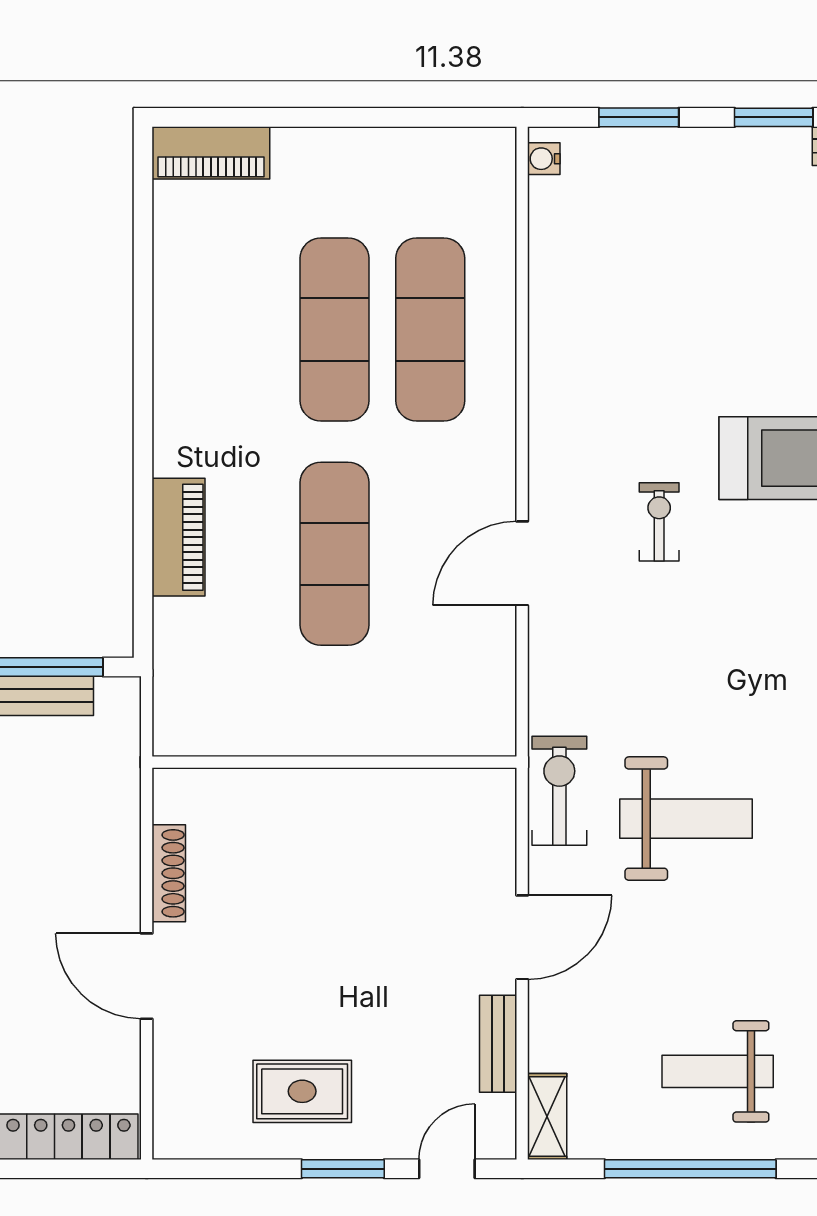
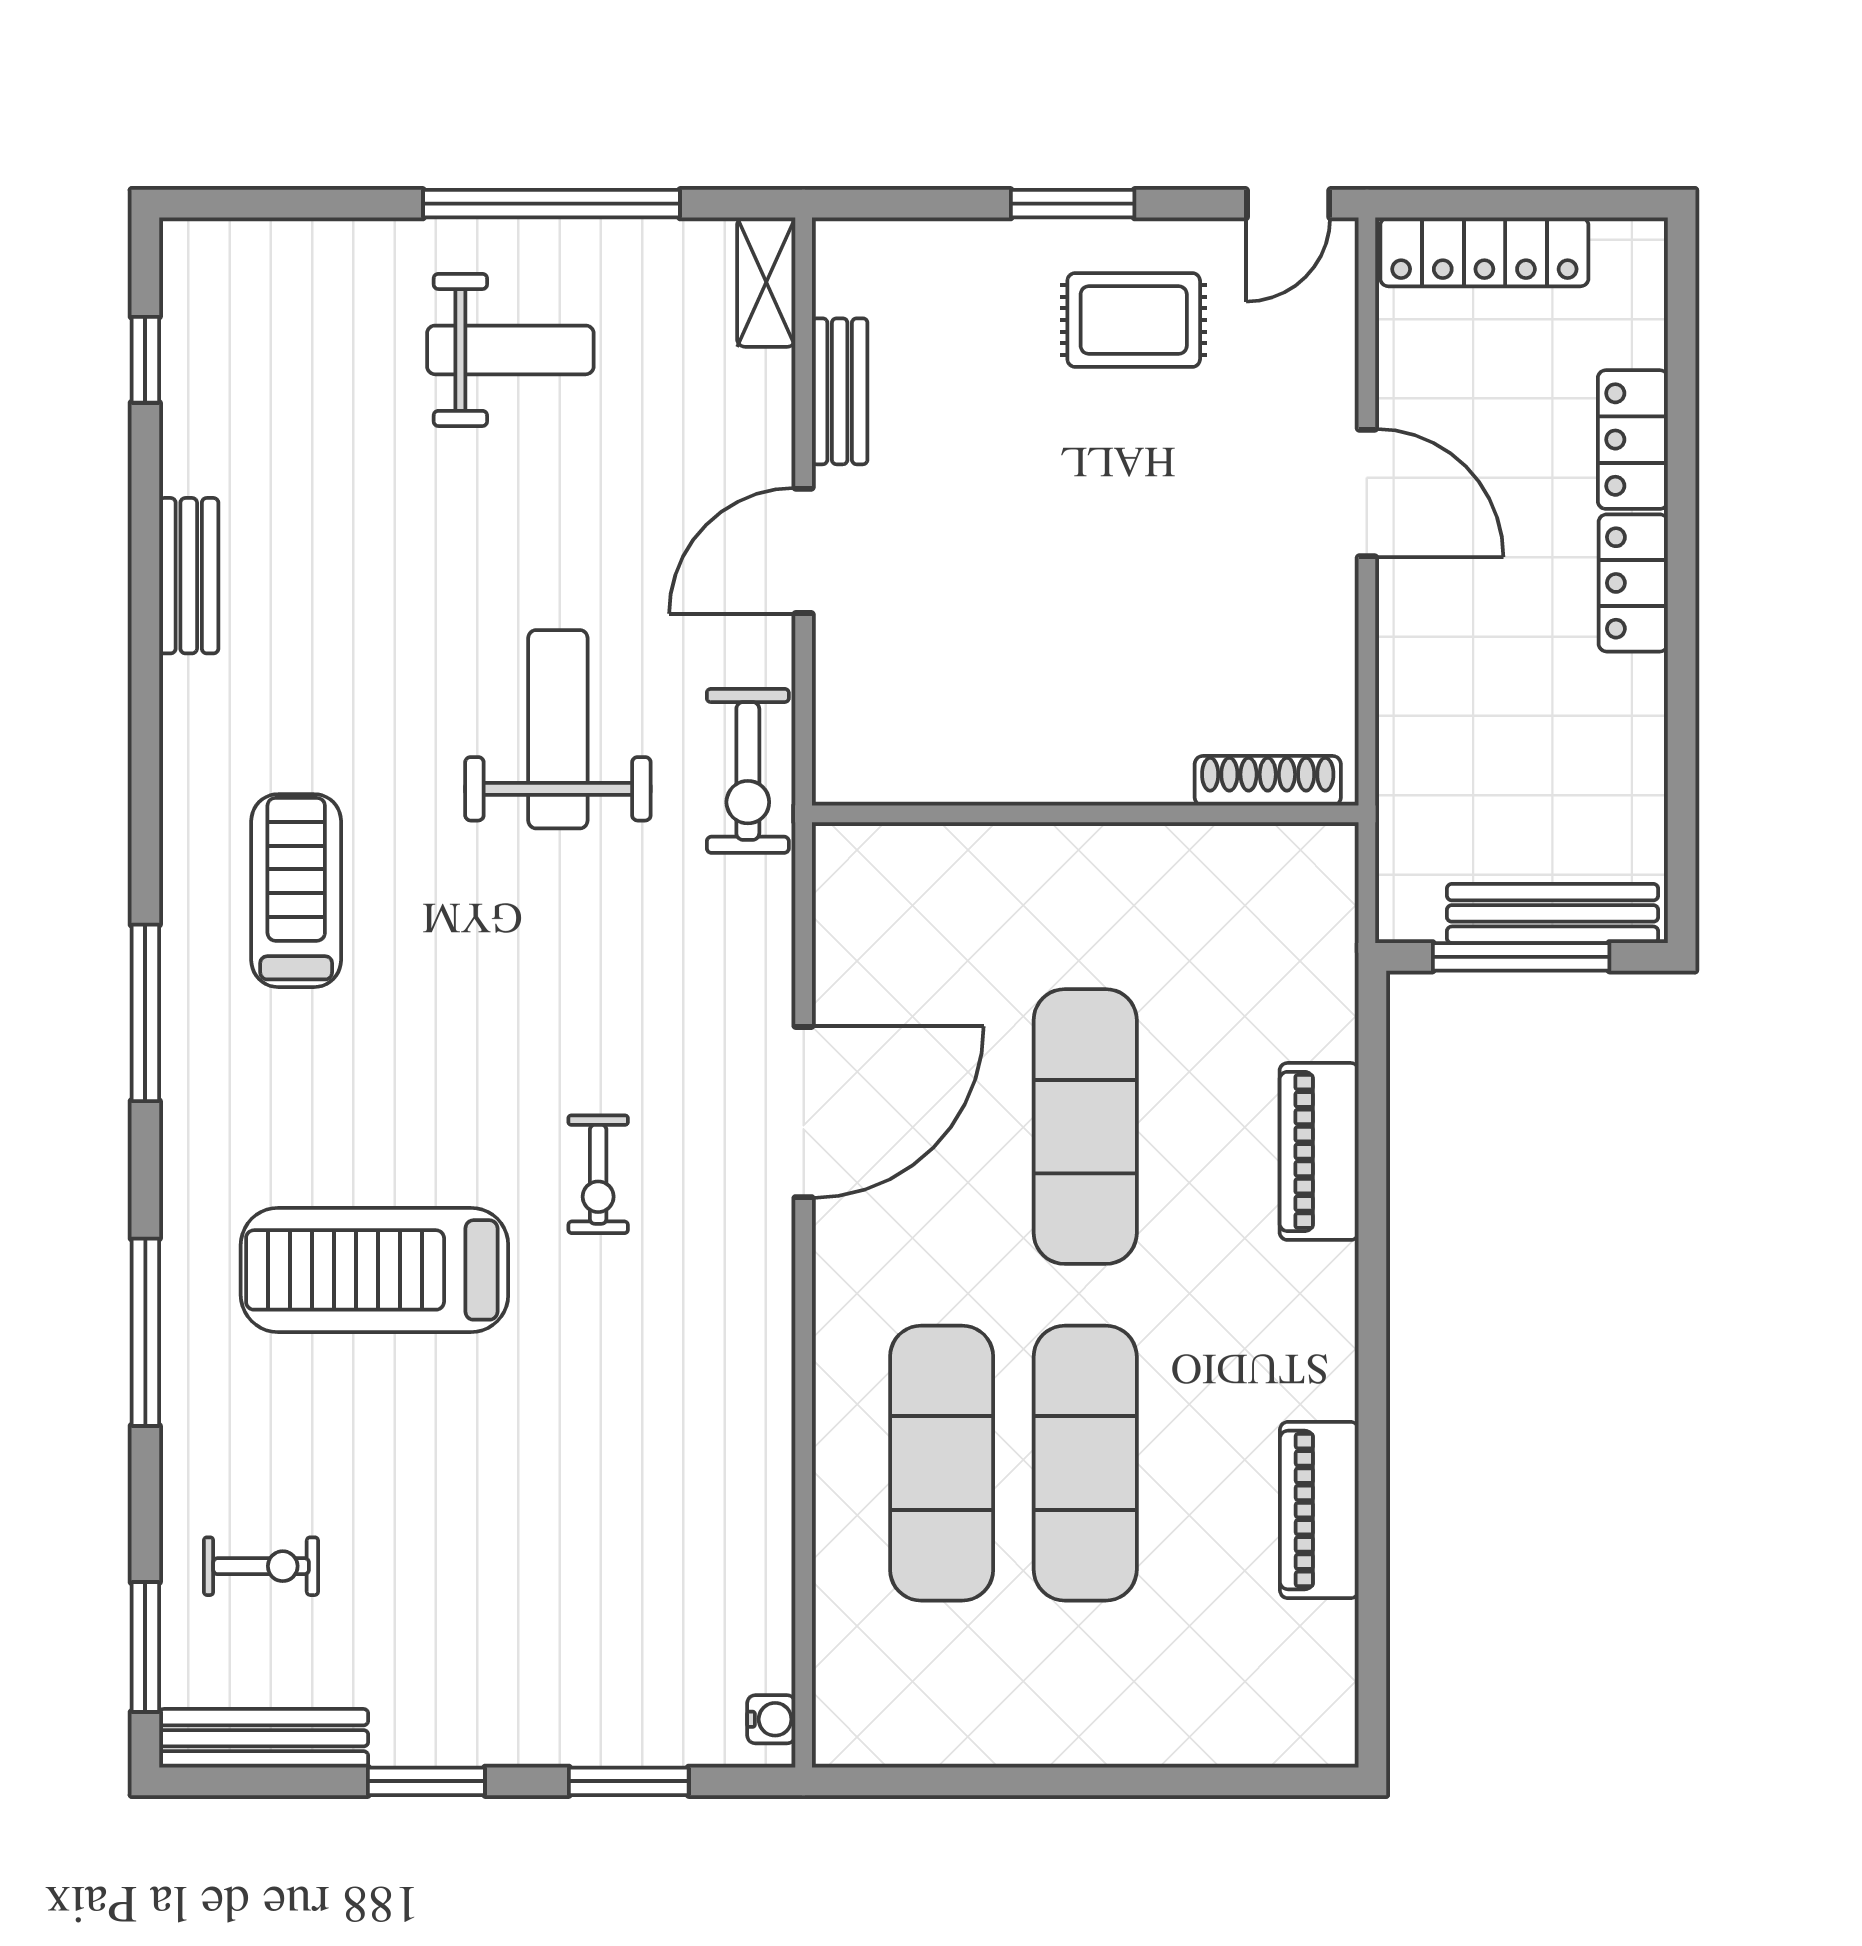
piano: (211, 153) -> (1319, 1510), moved, turned -90
door: (522, 563) -> (804, 1112), width x1.36
weight bench: (686, 819) -> (558, 729), turned 90
shoe rack: (169, 873) -> (1268, 781), moved, turned 90
door: (447, 1169) -> (1288, 204), moved

